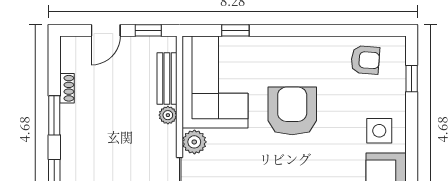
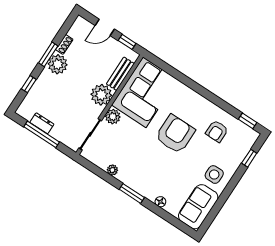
window: (235, 30) -> (248, 121), moved
armchair: (365, 60) -> (217, 131), moved, turned 86
plant: (168, 115) -> (101, 95), width x1.88, depth x1.88
plant: (75, 120) -> (58, 64), added

